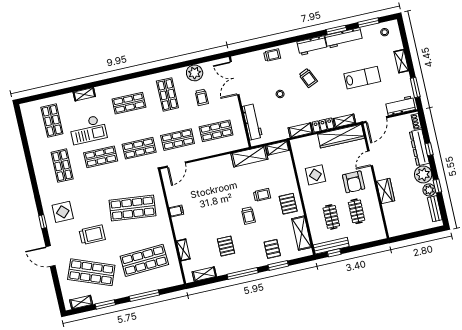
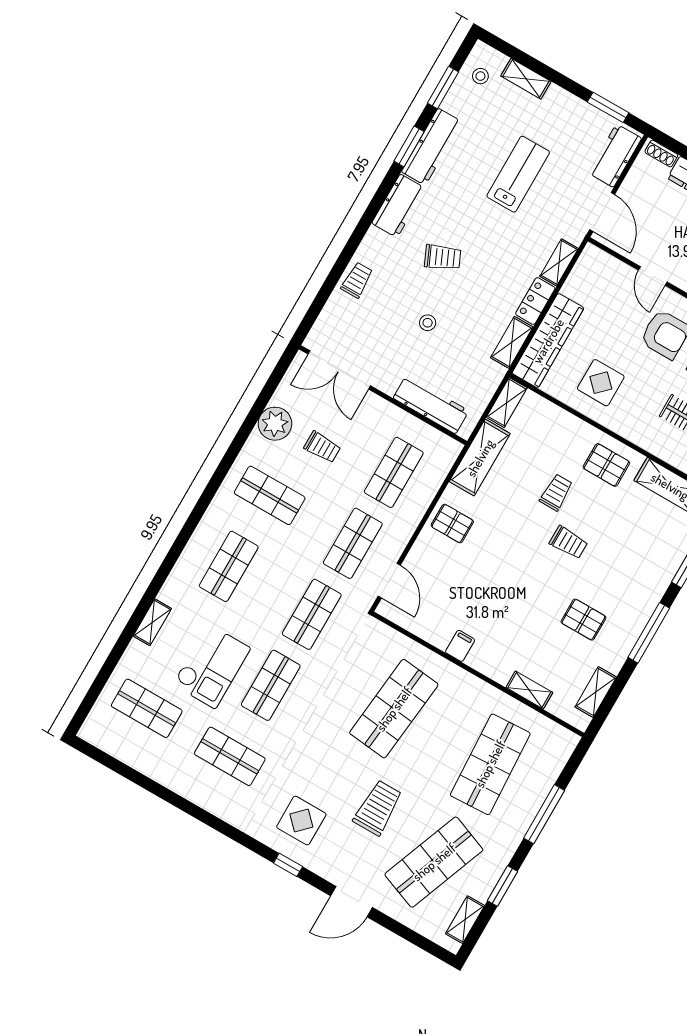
shelving: (401, 61) -> (526, 79), moved
wardrobe: (341, 136) -> (548, 341), moved
pallet: (272, 249) -> (452, 524), moved

